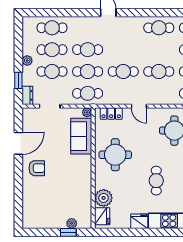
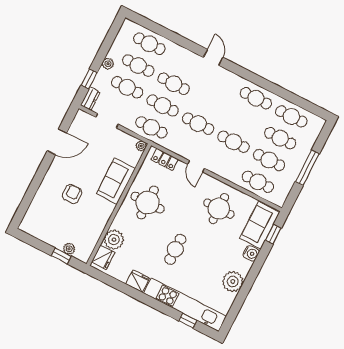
sofa: (81, 136) -> (116, 181), moved
armchair: (37, 168) -> (72, 194), moved, turned -90

